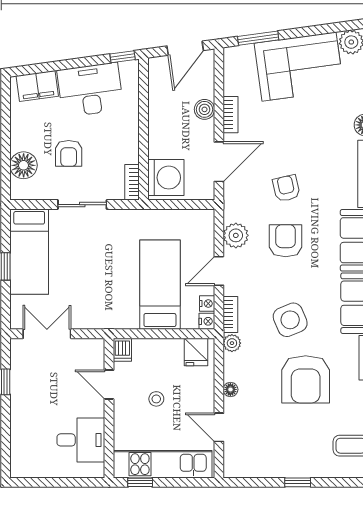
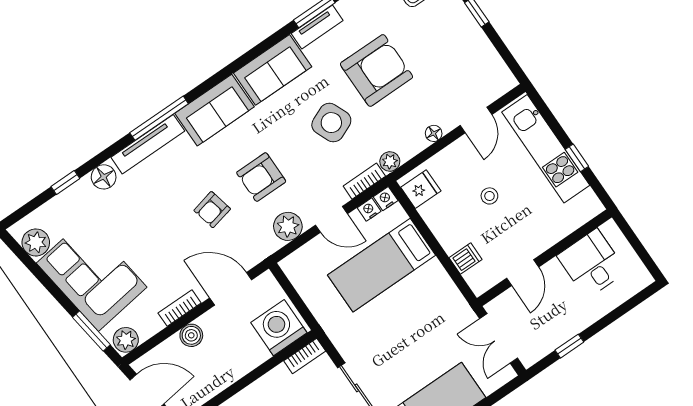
plant: (234, 59) -> (126, 340), added
door: (109, 385) -> (523, 273), moved
wall: (109, 408) -> (544, 258), moved
desk: (81, 440) -> (592, 264), moved

